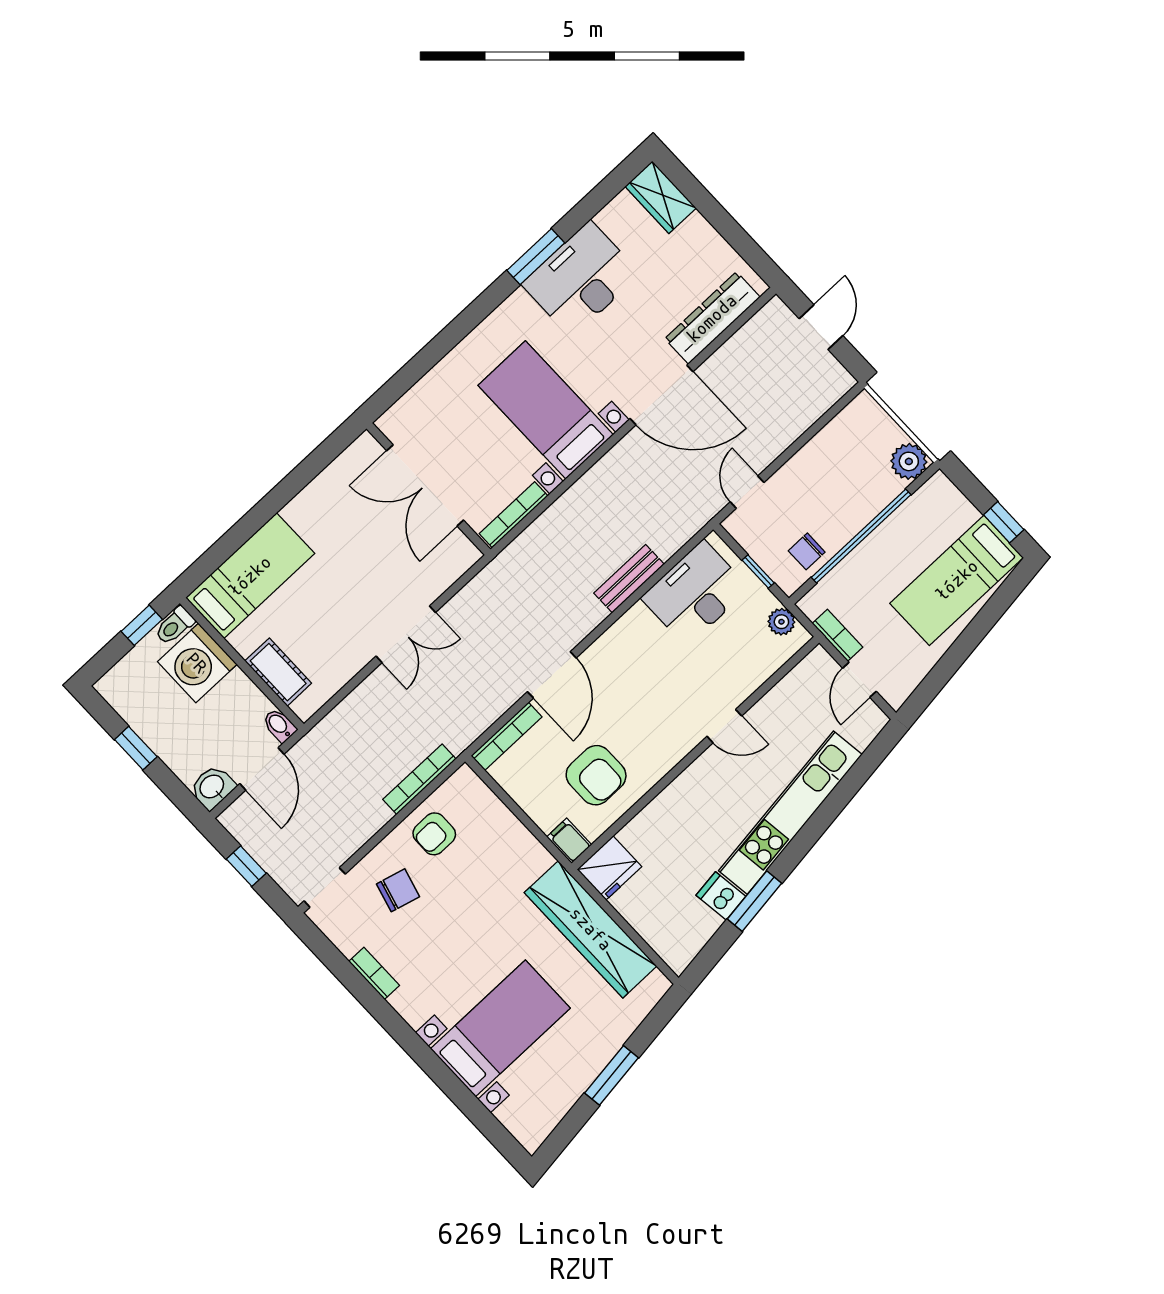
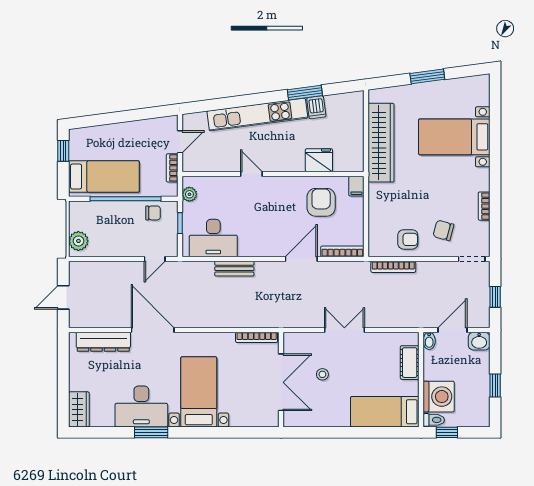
bed with nightstands: (546, 410) -> (199, 392), moved, turned 180
plant: (909, 461) -> (78, 241), moved
stool: (380, 548) -> (322, 374), added
bed: (957, 580) -> (104, 177), moved
fridge: (609, 868) -> (319, 160), moved

